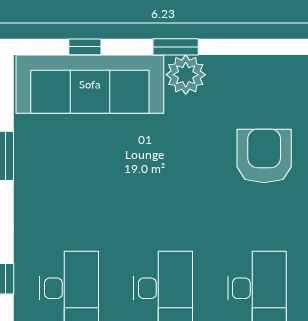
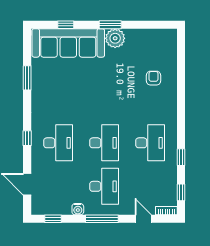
armchair: (264, 156) -> (154, 78), width x0.53, depth x0.53

